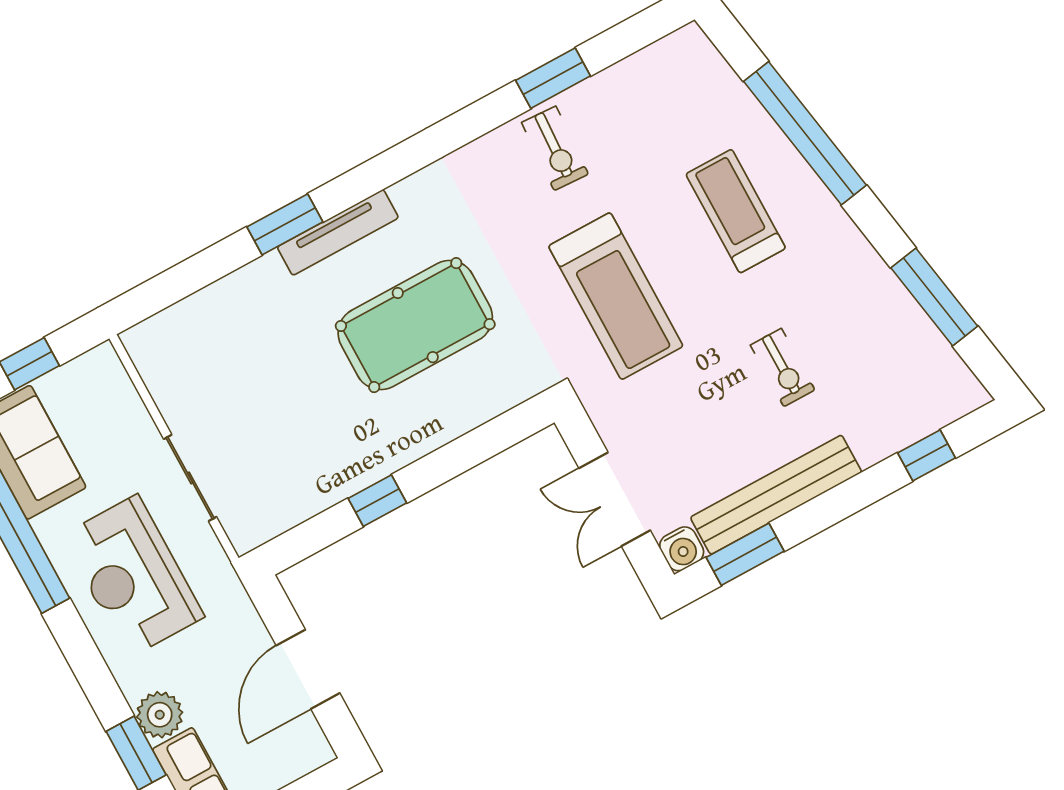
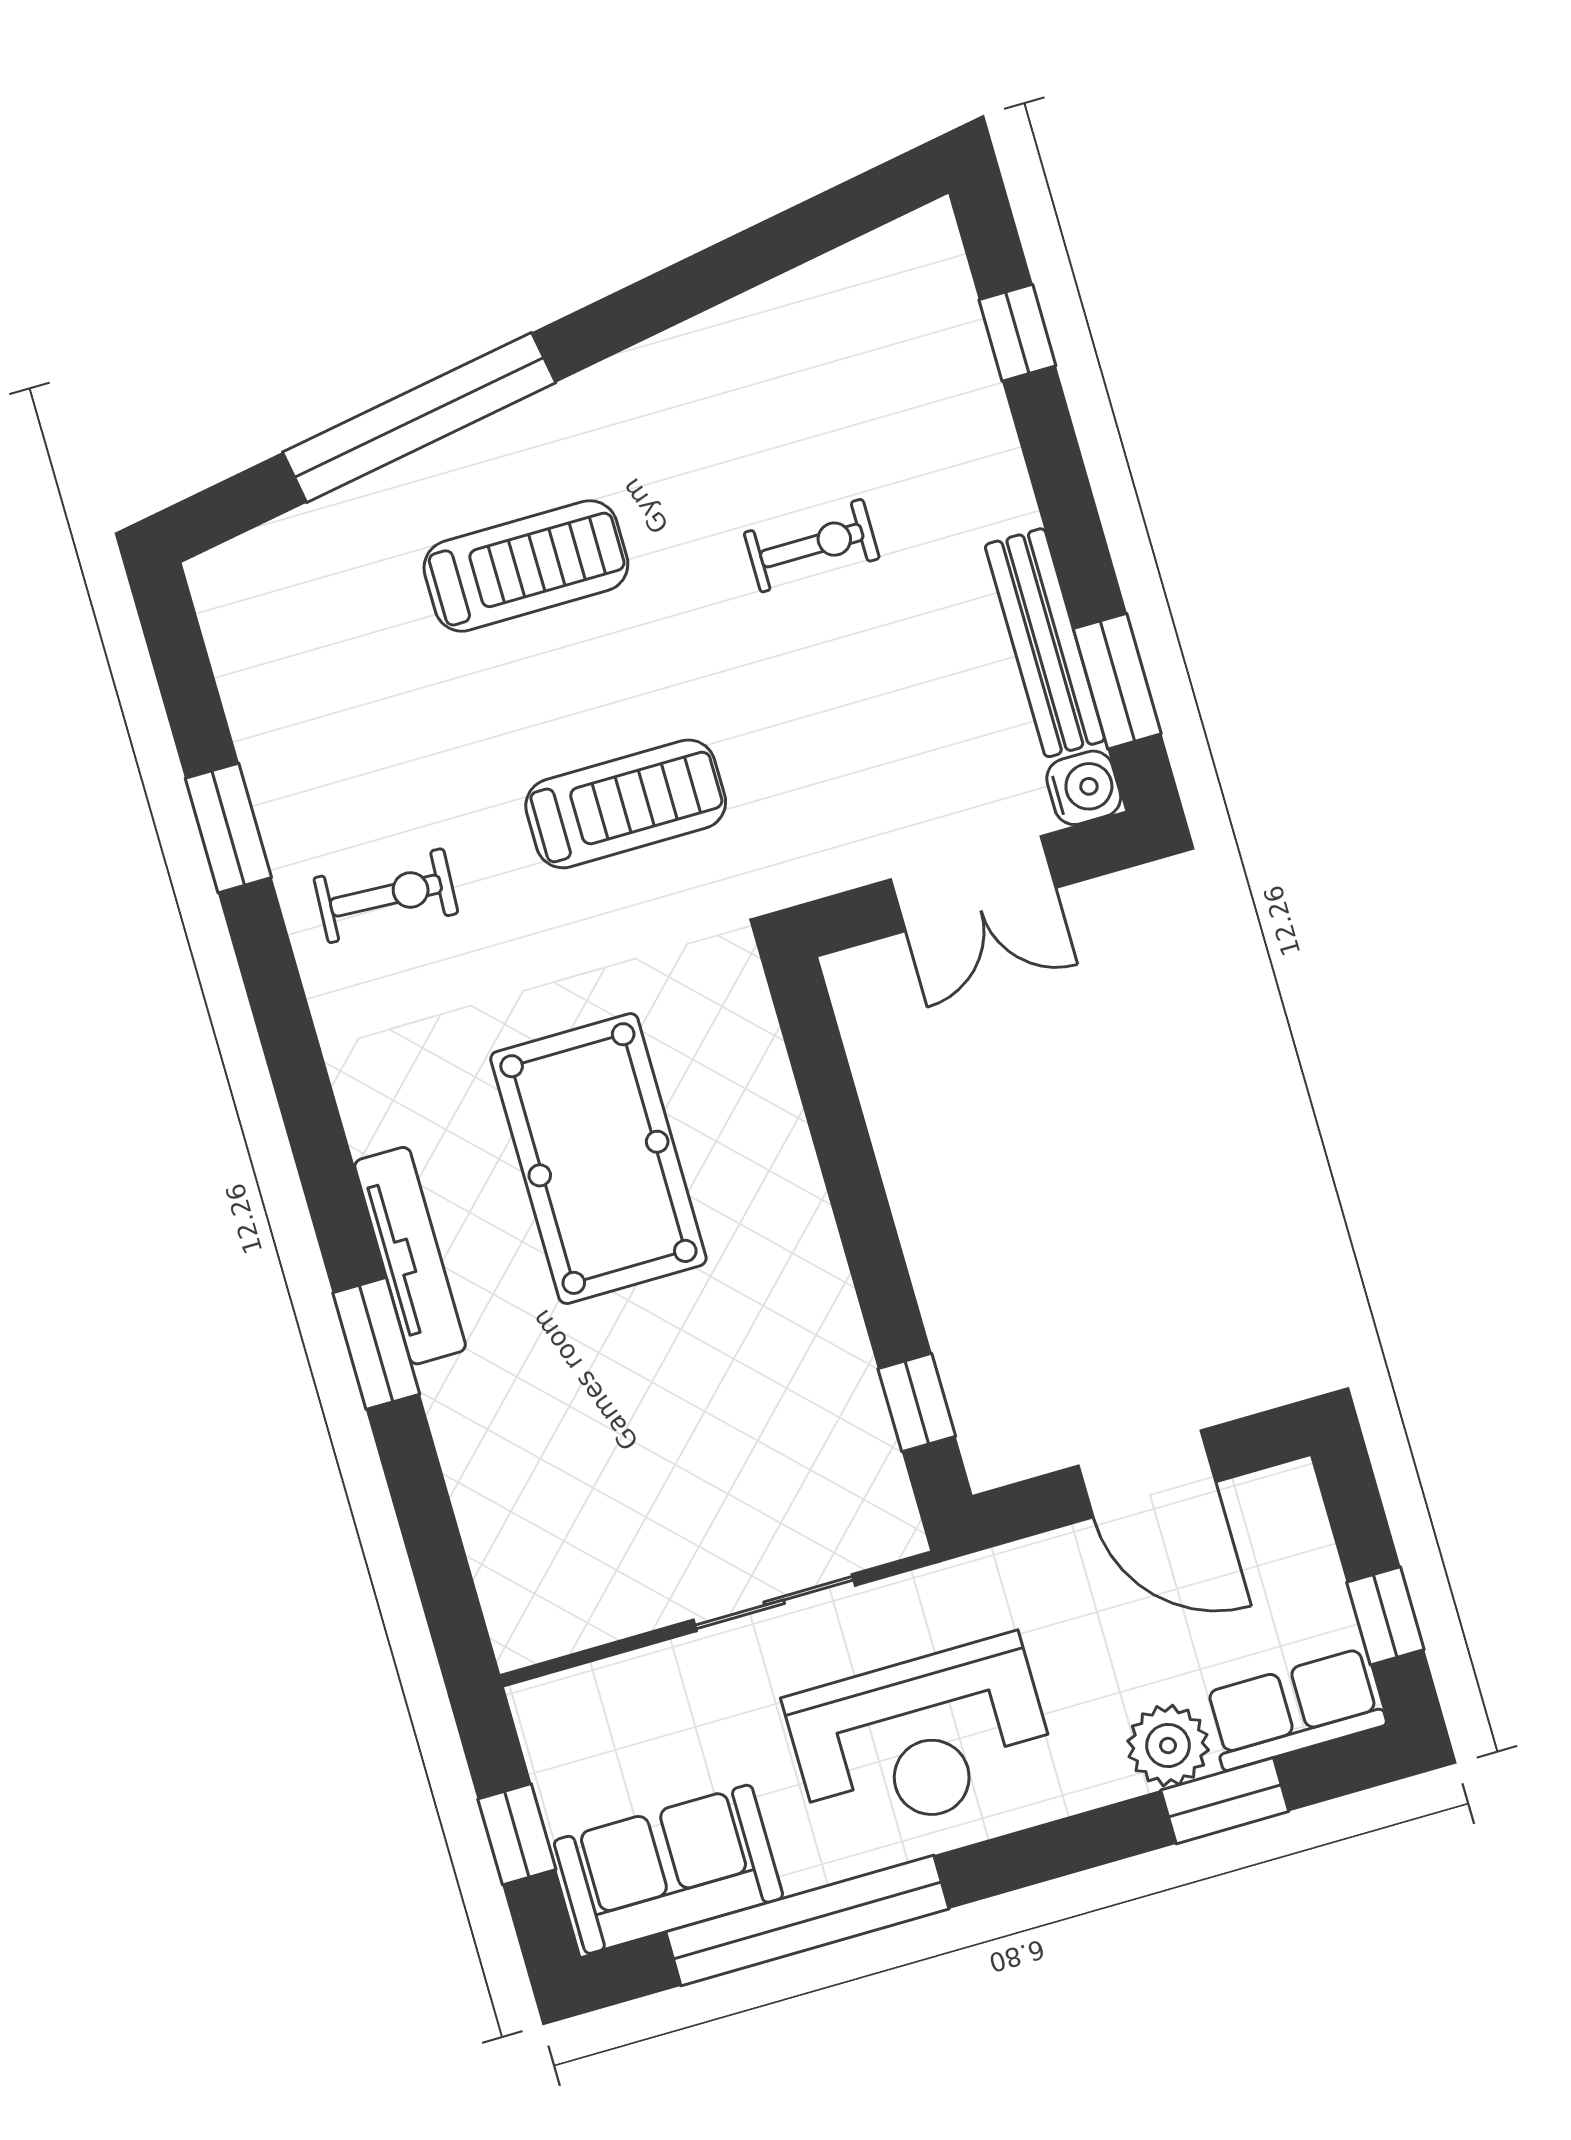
exercise bike: (555, 148) -> (386, 896), moved
treadmill: (736, 211) -> (526, 566), turned 180
treadmill: (616, 296) -> (626, 804), width x0.73, depth x0.73
window: (934, 297) -> (749, 259), removed
bench: (776, 495) -> (1045, 643), width x0.73, depth x0.82
window: (377, 501) -> (917, 1402), moved

